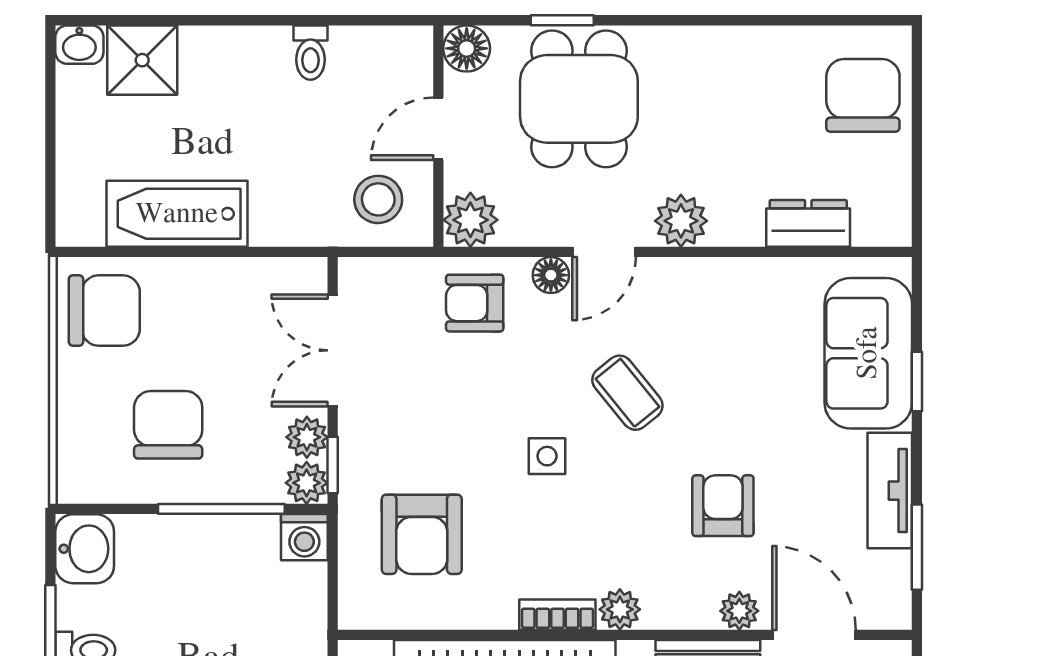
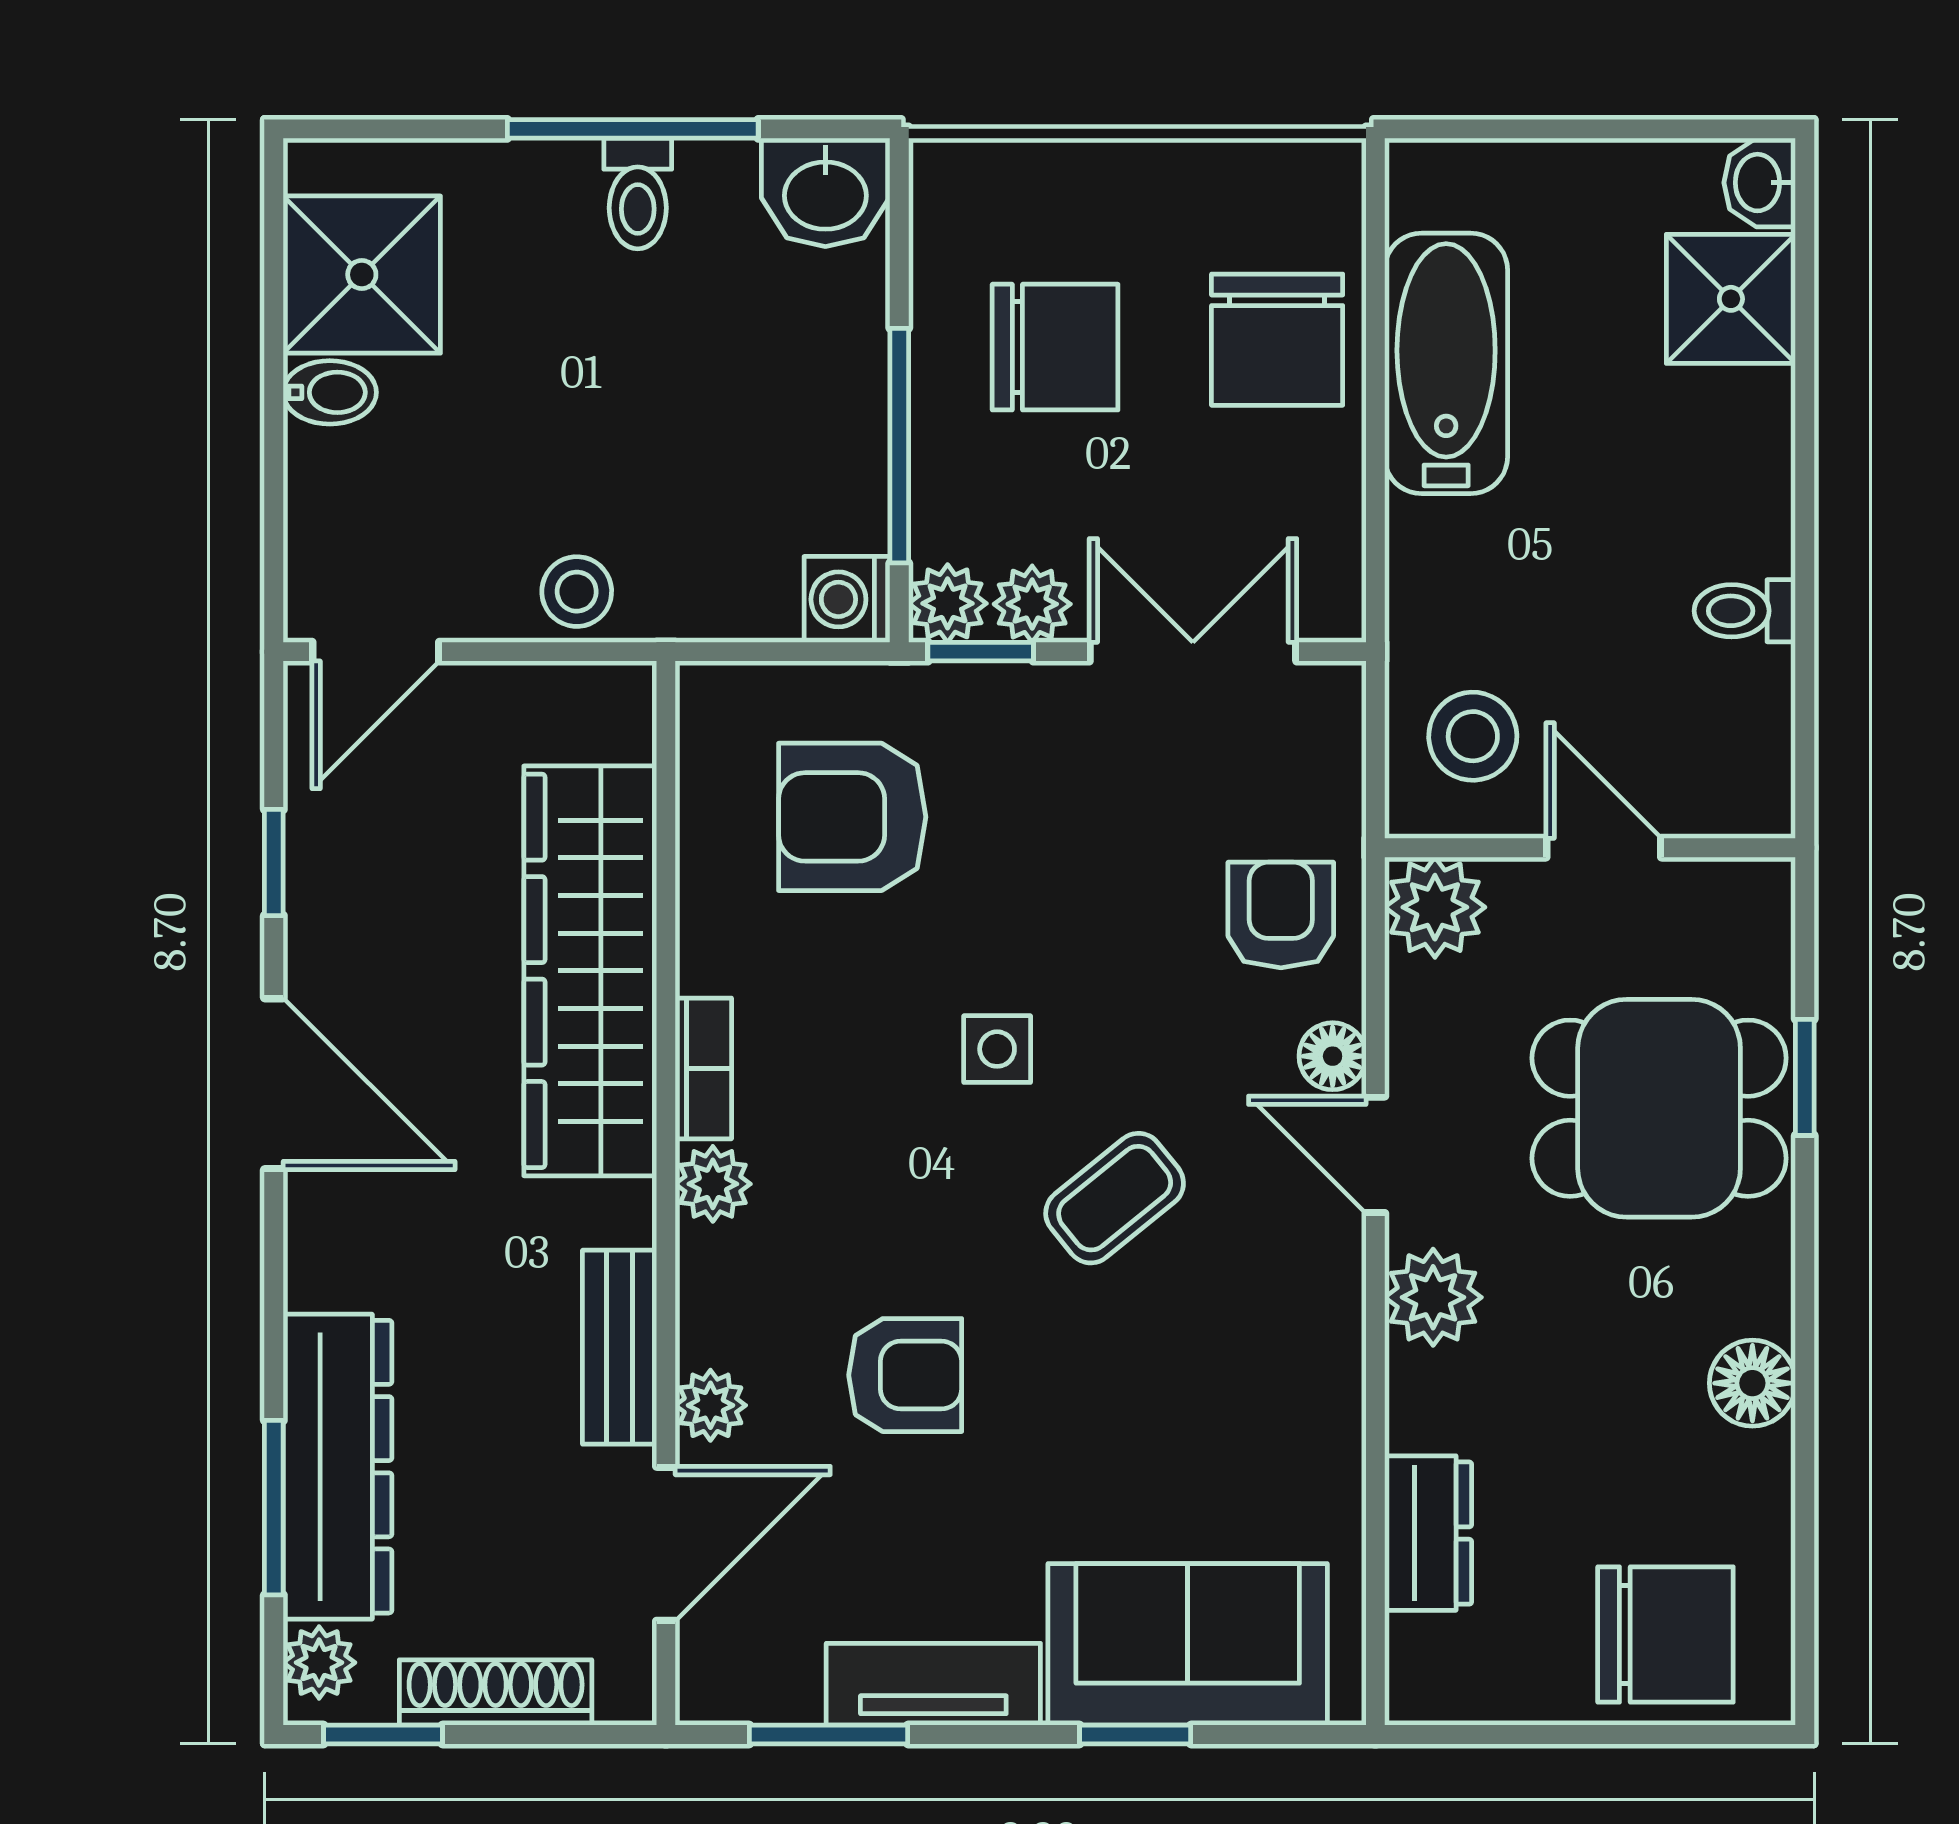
floor lamp: (467, 48) -> (1752, 1383), moved
chair: (104, 311) -> (1277, 340), moved

